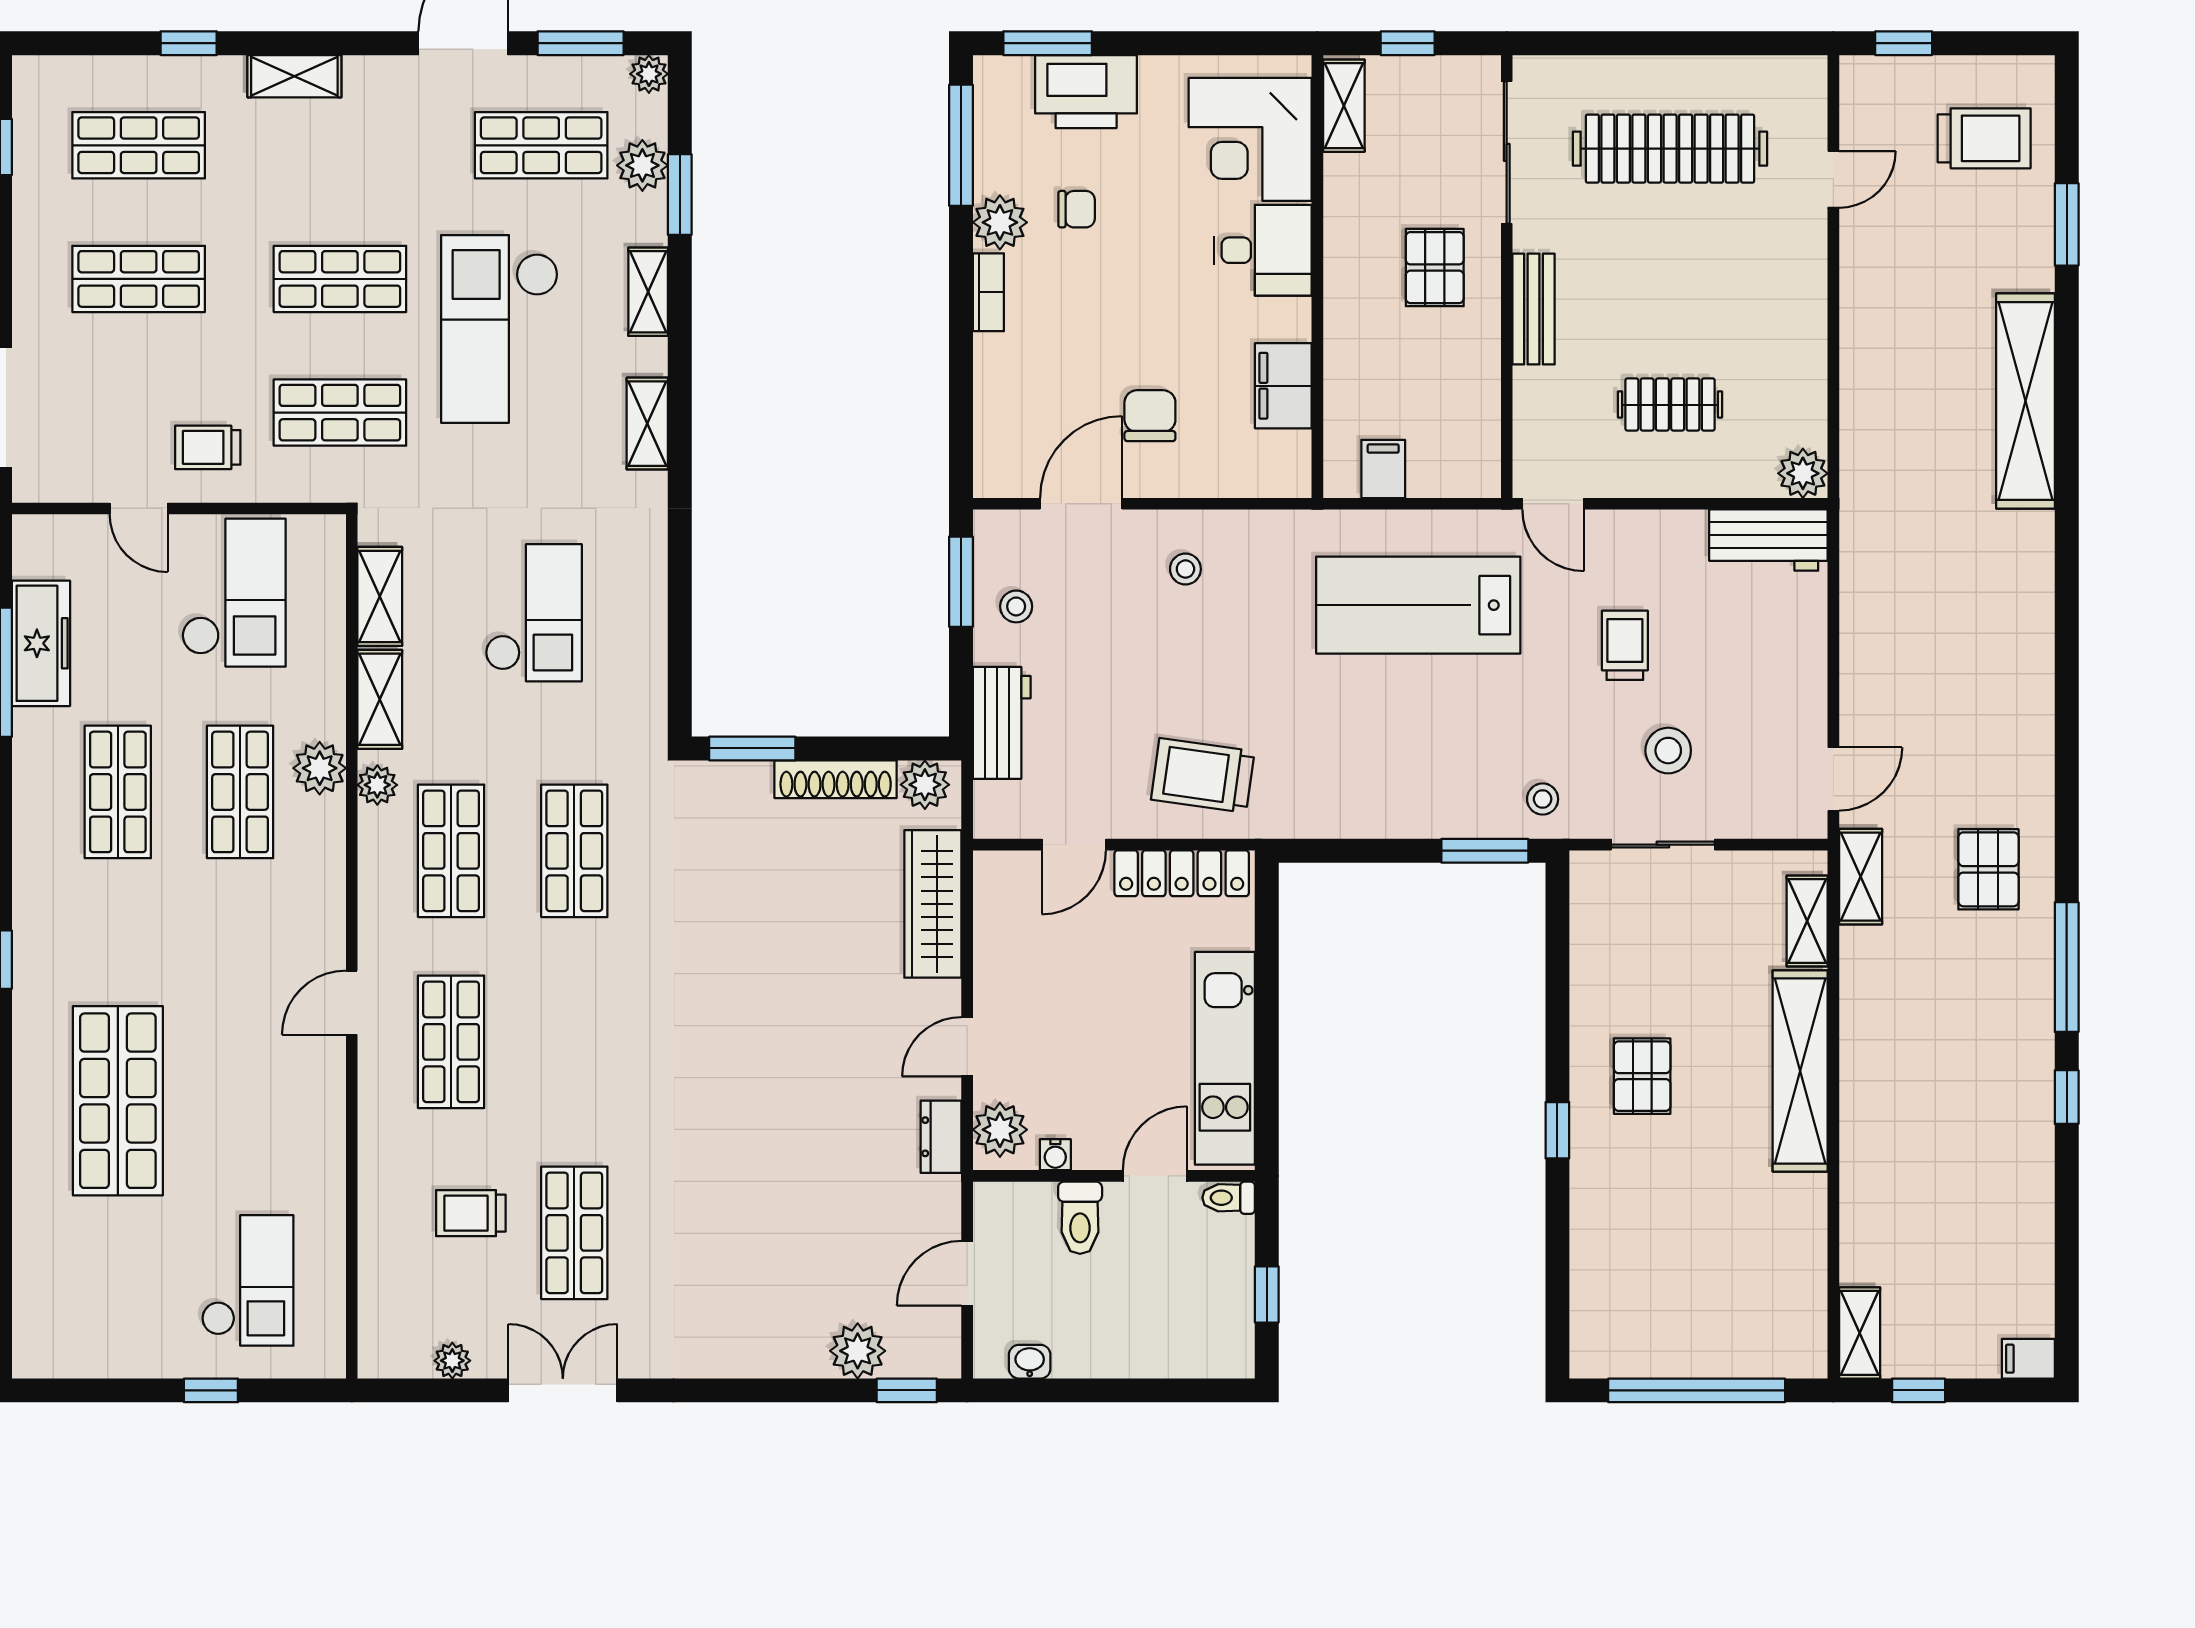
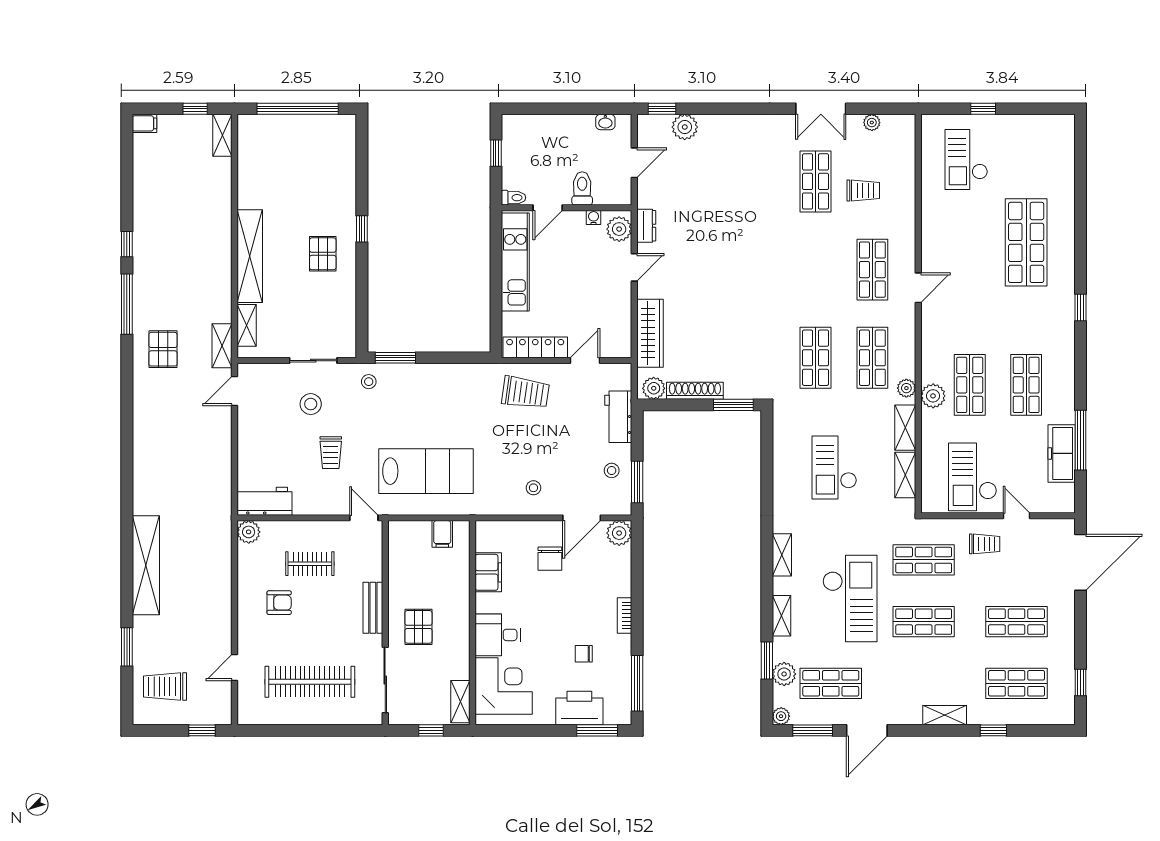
plant: (1000, 222) -> (619, 533), moved
armchair: (1737, 320) -> (279, 603), added

